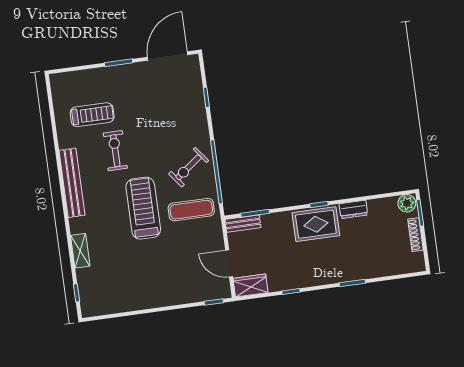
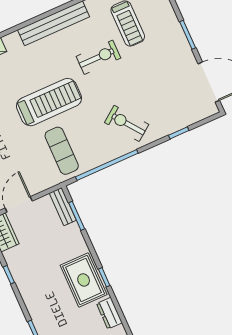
exercise bike: (189, 167) -> (127, 123), moved

